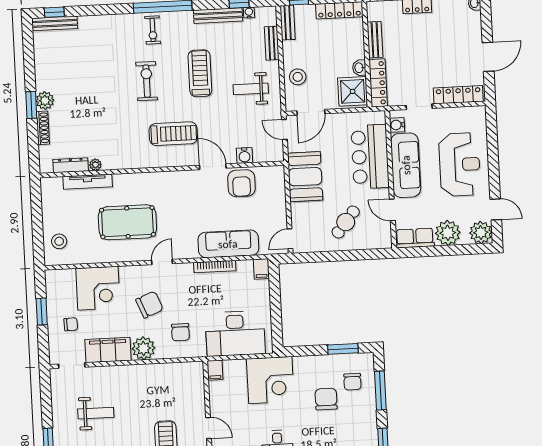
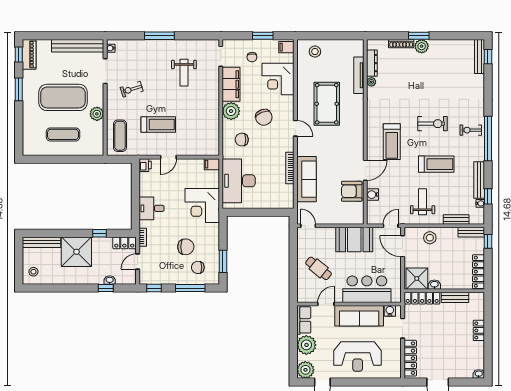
filing cabinet: (261, 269) -> (286, 47), moved

